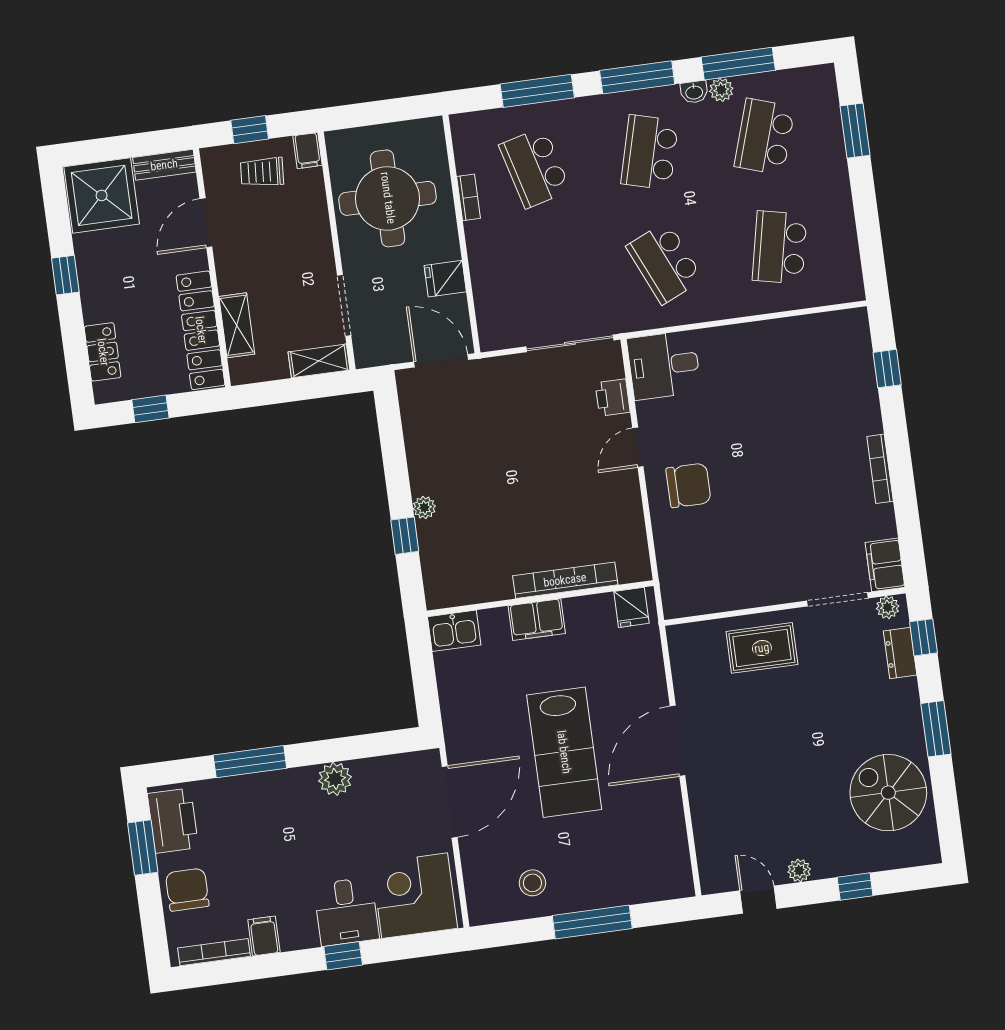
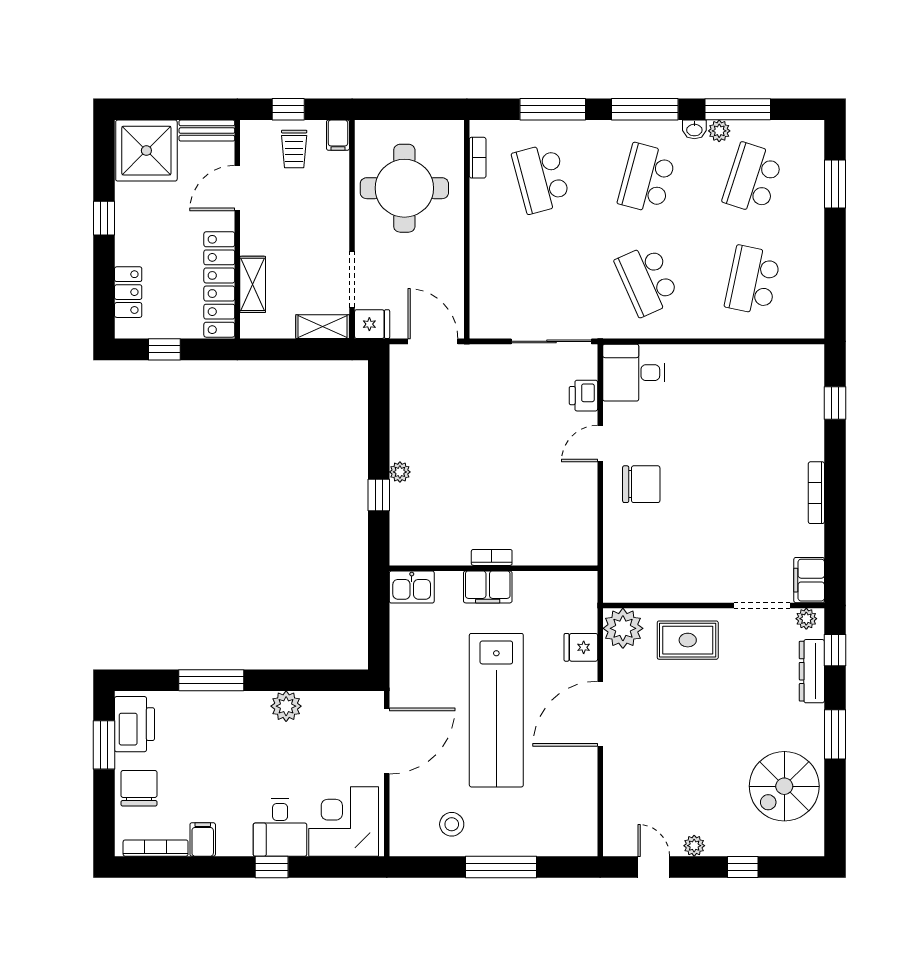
trolley: (262, 172) -> (294, 149), turned -94
bookcase: (468, 197) -> (478, 158), moved
fridge: (445, 279) -> (372, 324), moved, turned 180
bookcase: (565, 580) -> (492, 557), width x0.43, depth x0.76
fridge: (631, 607) -> (581, 647), moved, turned 90
plant: (690, 645) -> (623, 628), added
dresser: (900, 653) -> (812, 671), width x1.44
lab bench: (564, 752) -> (496, 710), width x1.36
spiral stairs: (888, 793) -> (784, 786), turned -90

